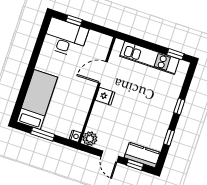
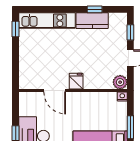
kitchen unit: (150, 58) -> (47, 21), moved, turned 90
window: (179, 106) -> (63, 9), removed
kitchen counter: (142, 155) -> (92, 21), moved, turned -90

